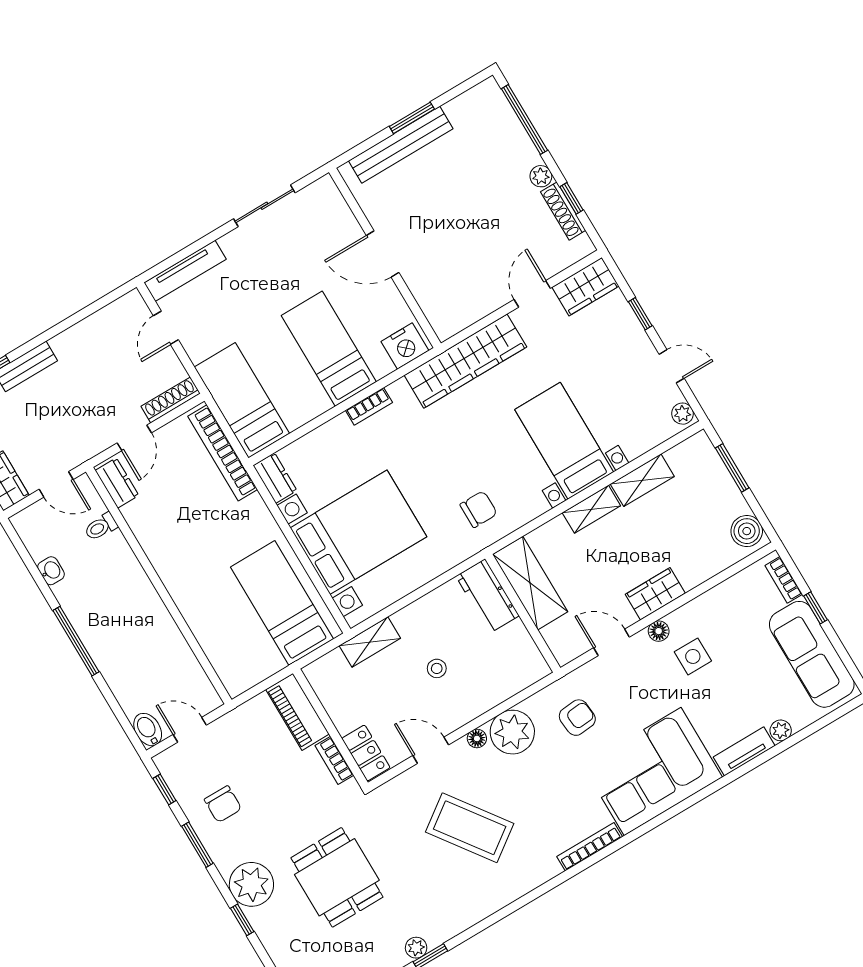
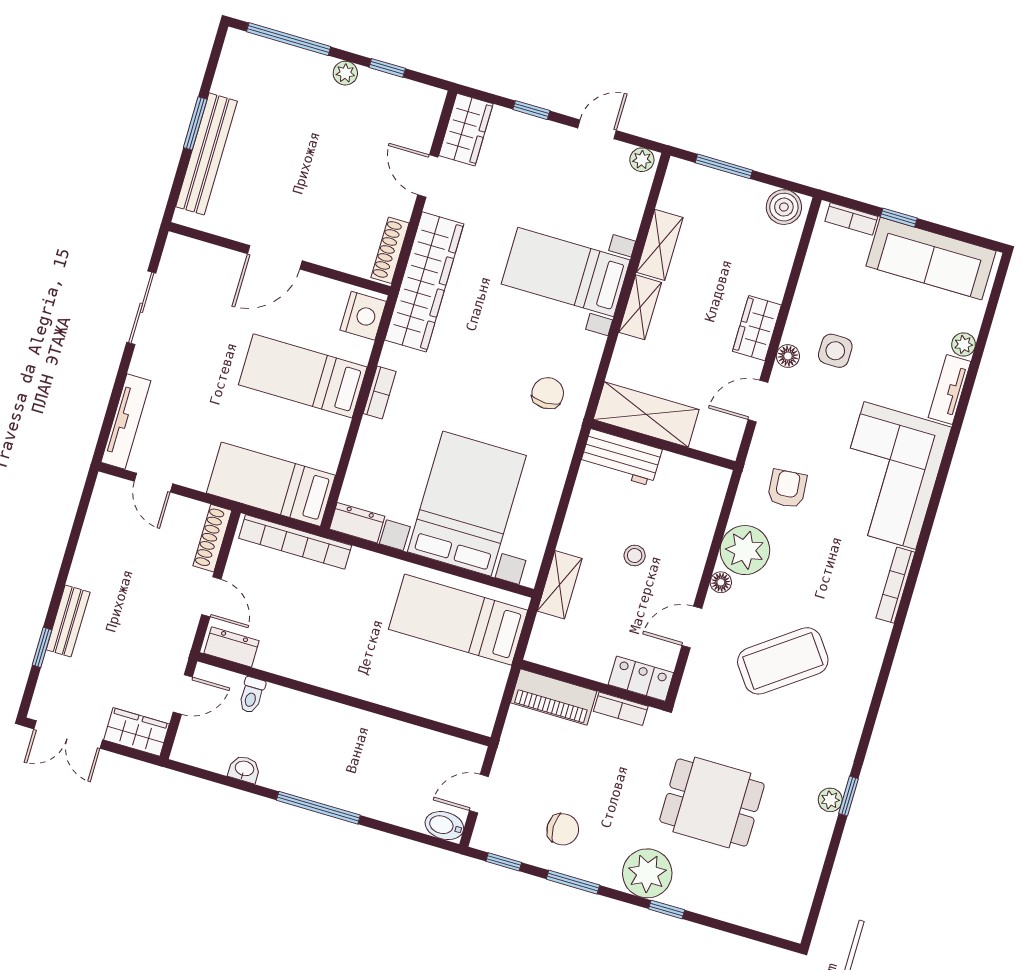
shoe rack: (563, 211) -> (390, 250), moved, turned 90

